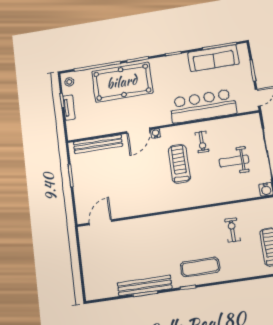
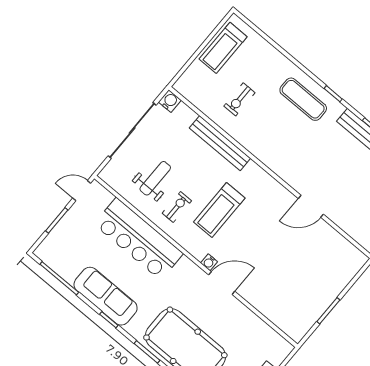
sofa: (213, 58) -> (106, 296), moved
bench: (98, 144) -> (220, 143), moved
weight bench: (234, 161) -> (155, 178), moved, turned -90
door: (100, 222) -> (311, 206), moved

